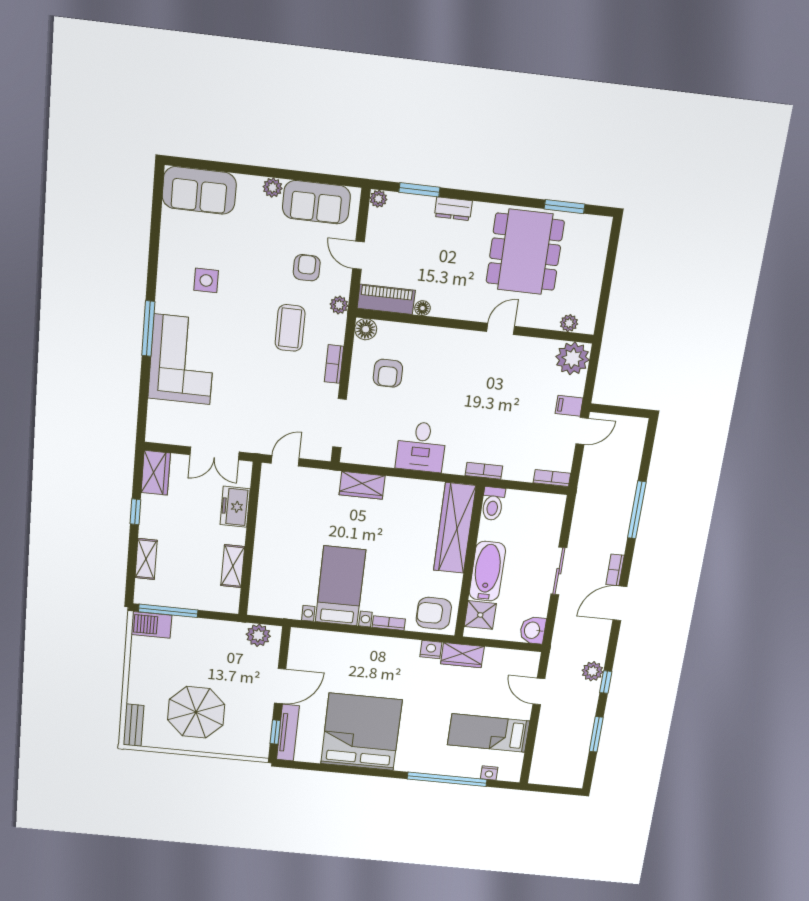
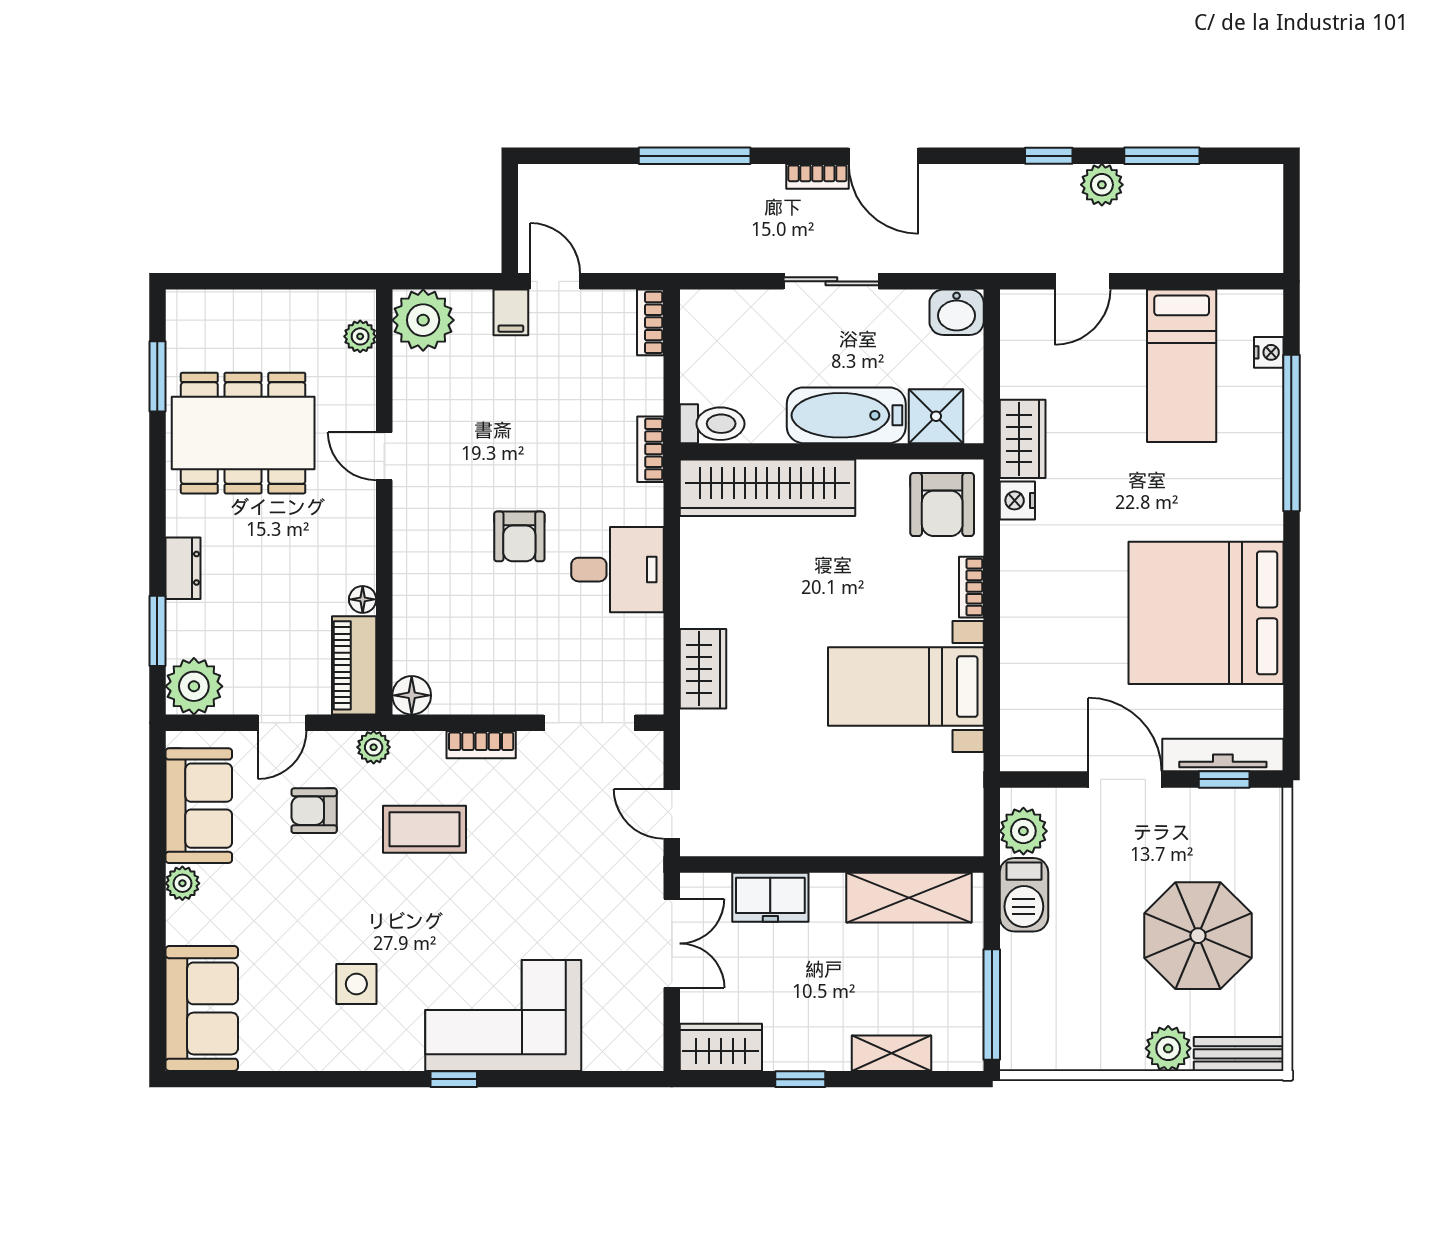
plant: (378, 199) -> (194, 686), width x1.87, depth x1.87
window: (148, 329) -> (454, 1079), width x0.46
armchair: (388, 373) -> (519, 536), moved, turned 90
shelving: (233, 566) -> (909, 898), width x1.50, depth x1.33
barbecue: (151, 625) -> (1024, 895), moved
plant: (592, 671) -> (1102, 185), moved
plant: (139, 693) -> (1168, 1048), added

